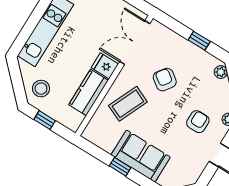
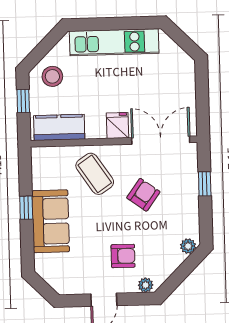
window: (199, 41) -> (205, 184), moved
kitchen counter: (89, 92) -> (59, 127), moved
coffee table: (128, 104) -> (95, 174), turned 32

